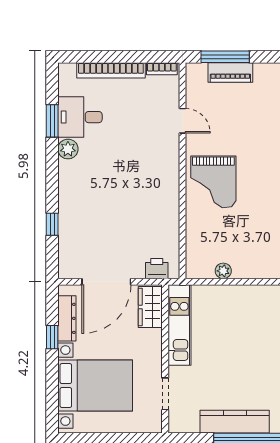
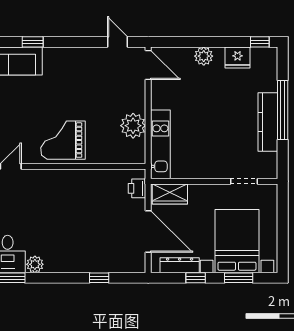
grand piano: (213, 182) -> (63, 140), turned 180
plant: (223, 271) -> (133, 126), width x1.88, depth x1.88
kitchen unit: (179, 325) -> (160, 144), moved, turned 90
window: (52, 387) -> (239, 278), added

